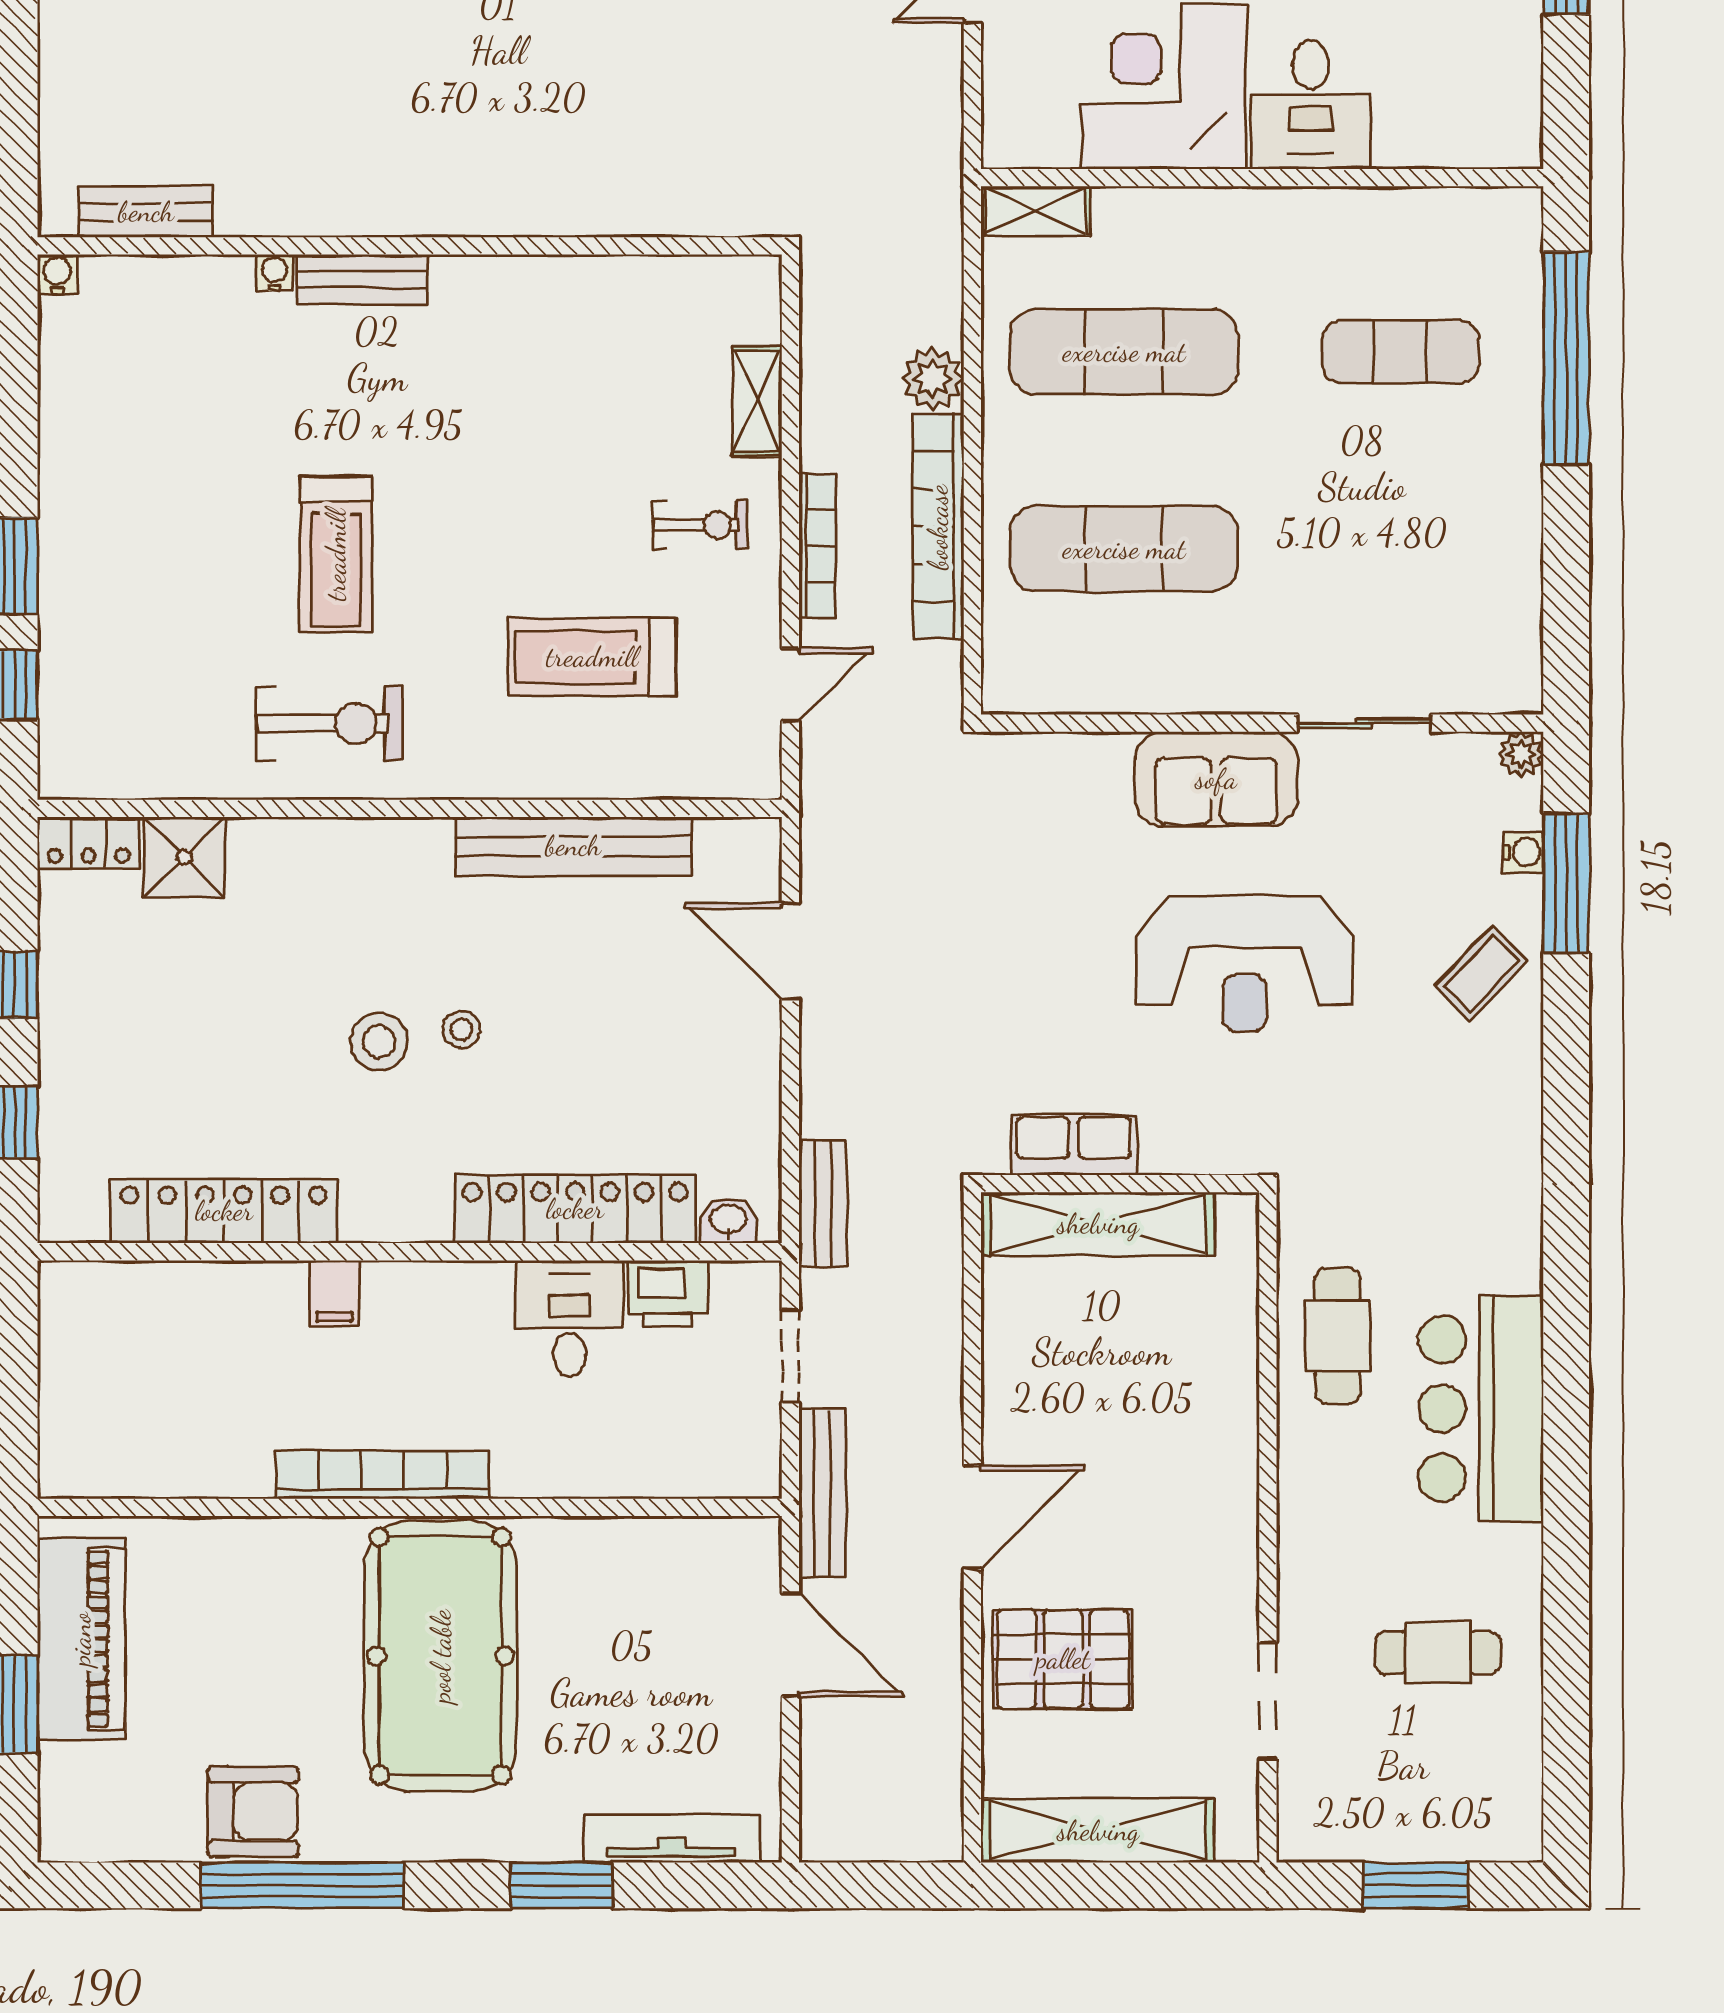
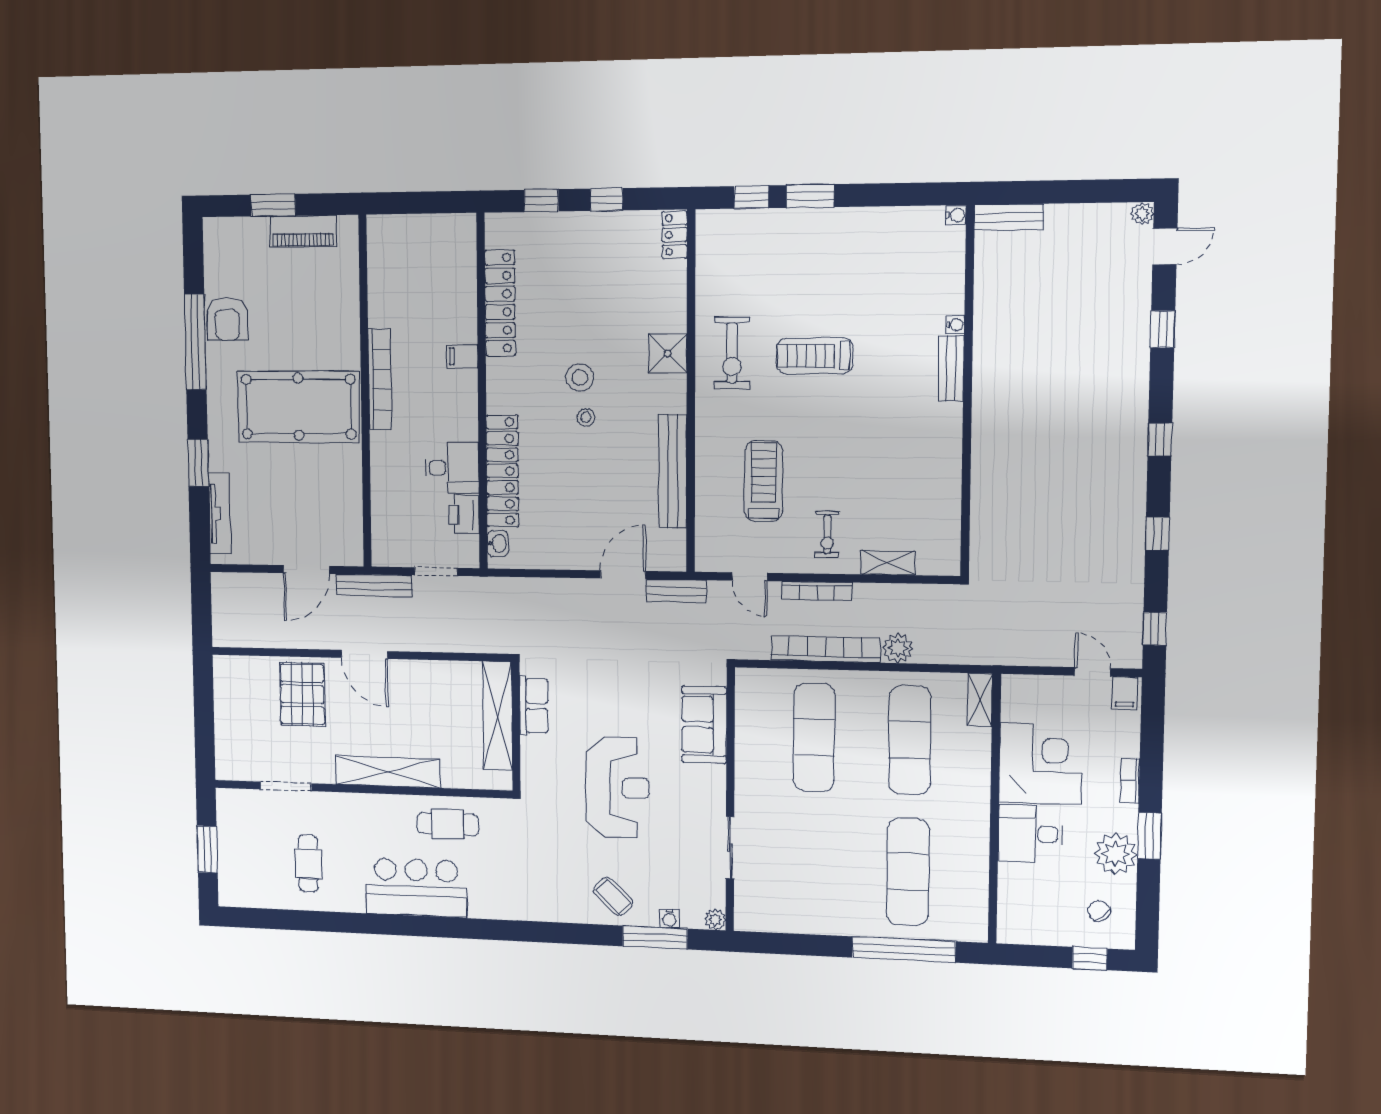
bench: (146, 212) -> (1009, 217), moved, turned 90
exercise mat: (1401, 352) -> (908, 872), width x1.36, depth x1.45
sofa: (1216, 779) -> (704, 725), moved
shower: (184, 857) -> (668, 354), moved
reception desk: (1245, 964) -> (618, 788), turned 180
bench: (823, 1203) -> (676, 591), moved
piano: (81, 1639) -> (303, 231), width x0.73, depth x0.75
shelving: (1098, 1831) -> (388, 772), moved, turned 90

